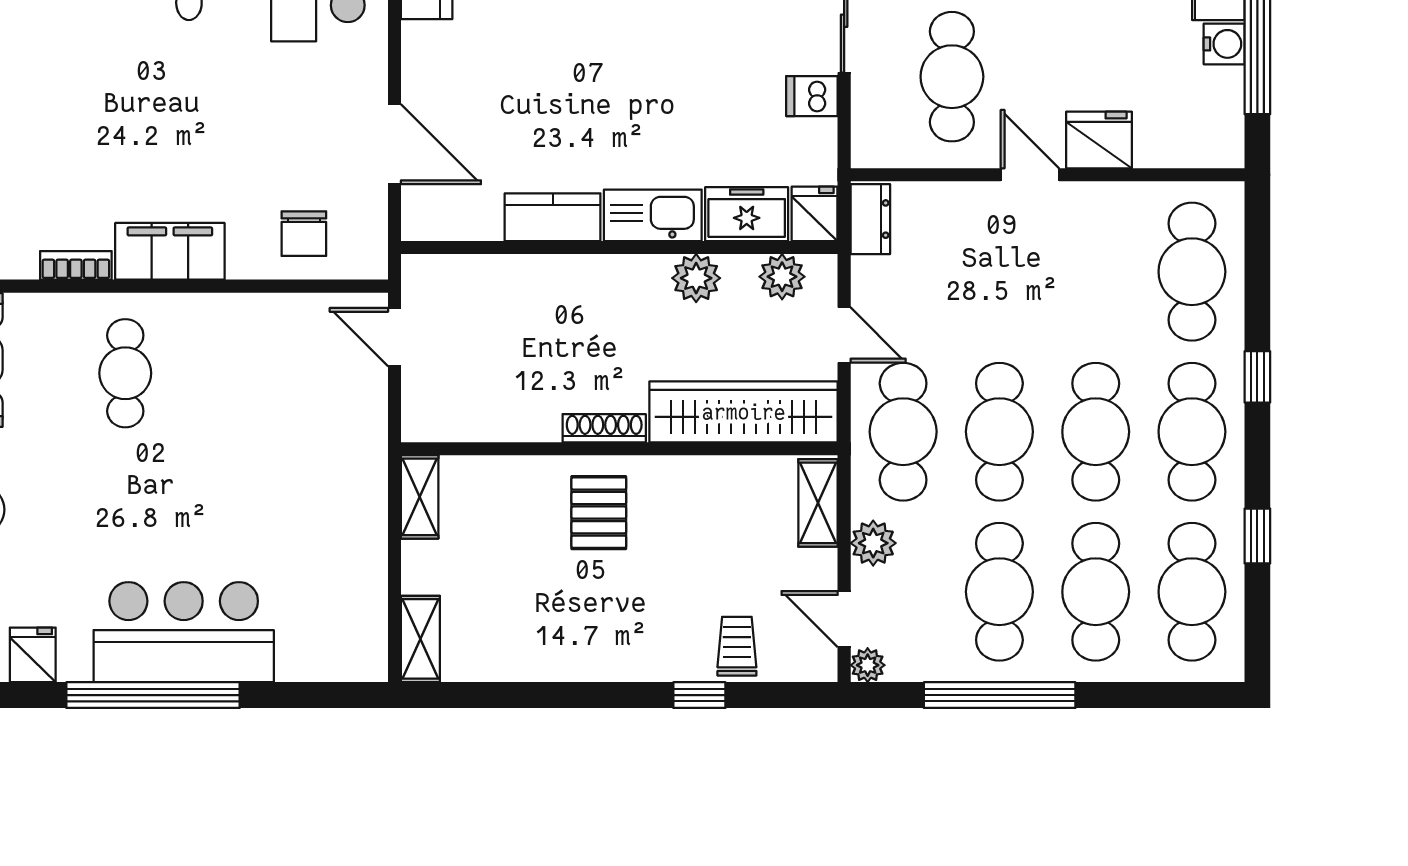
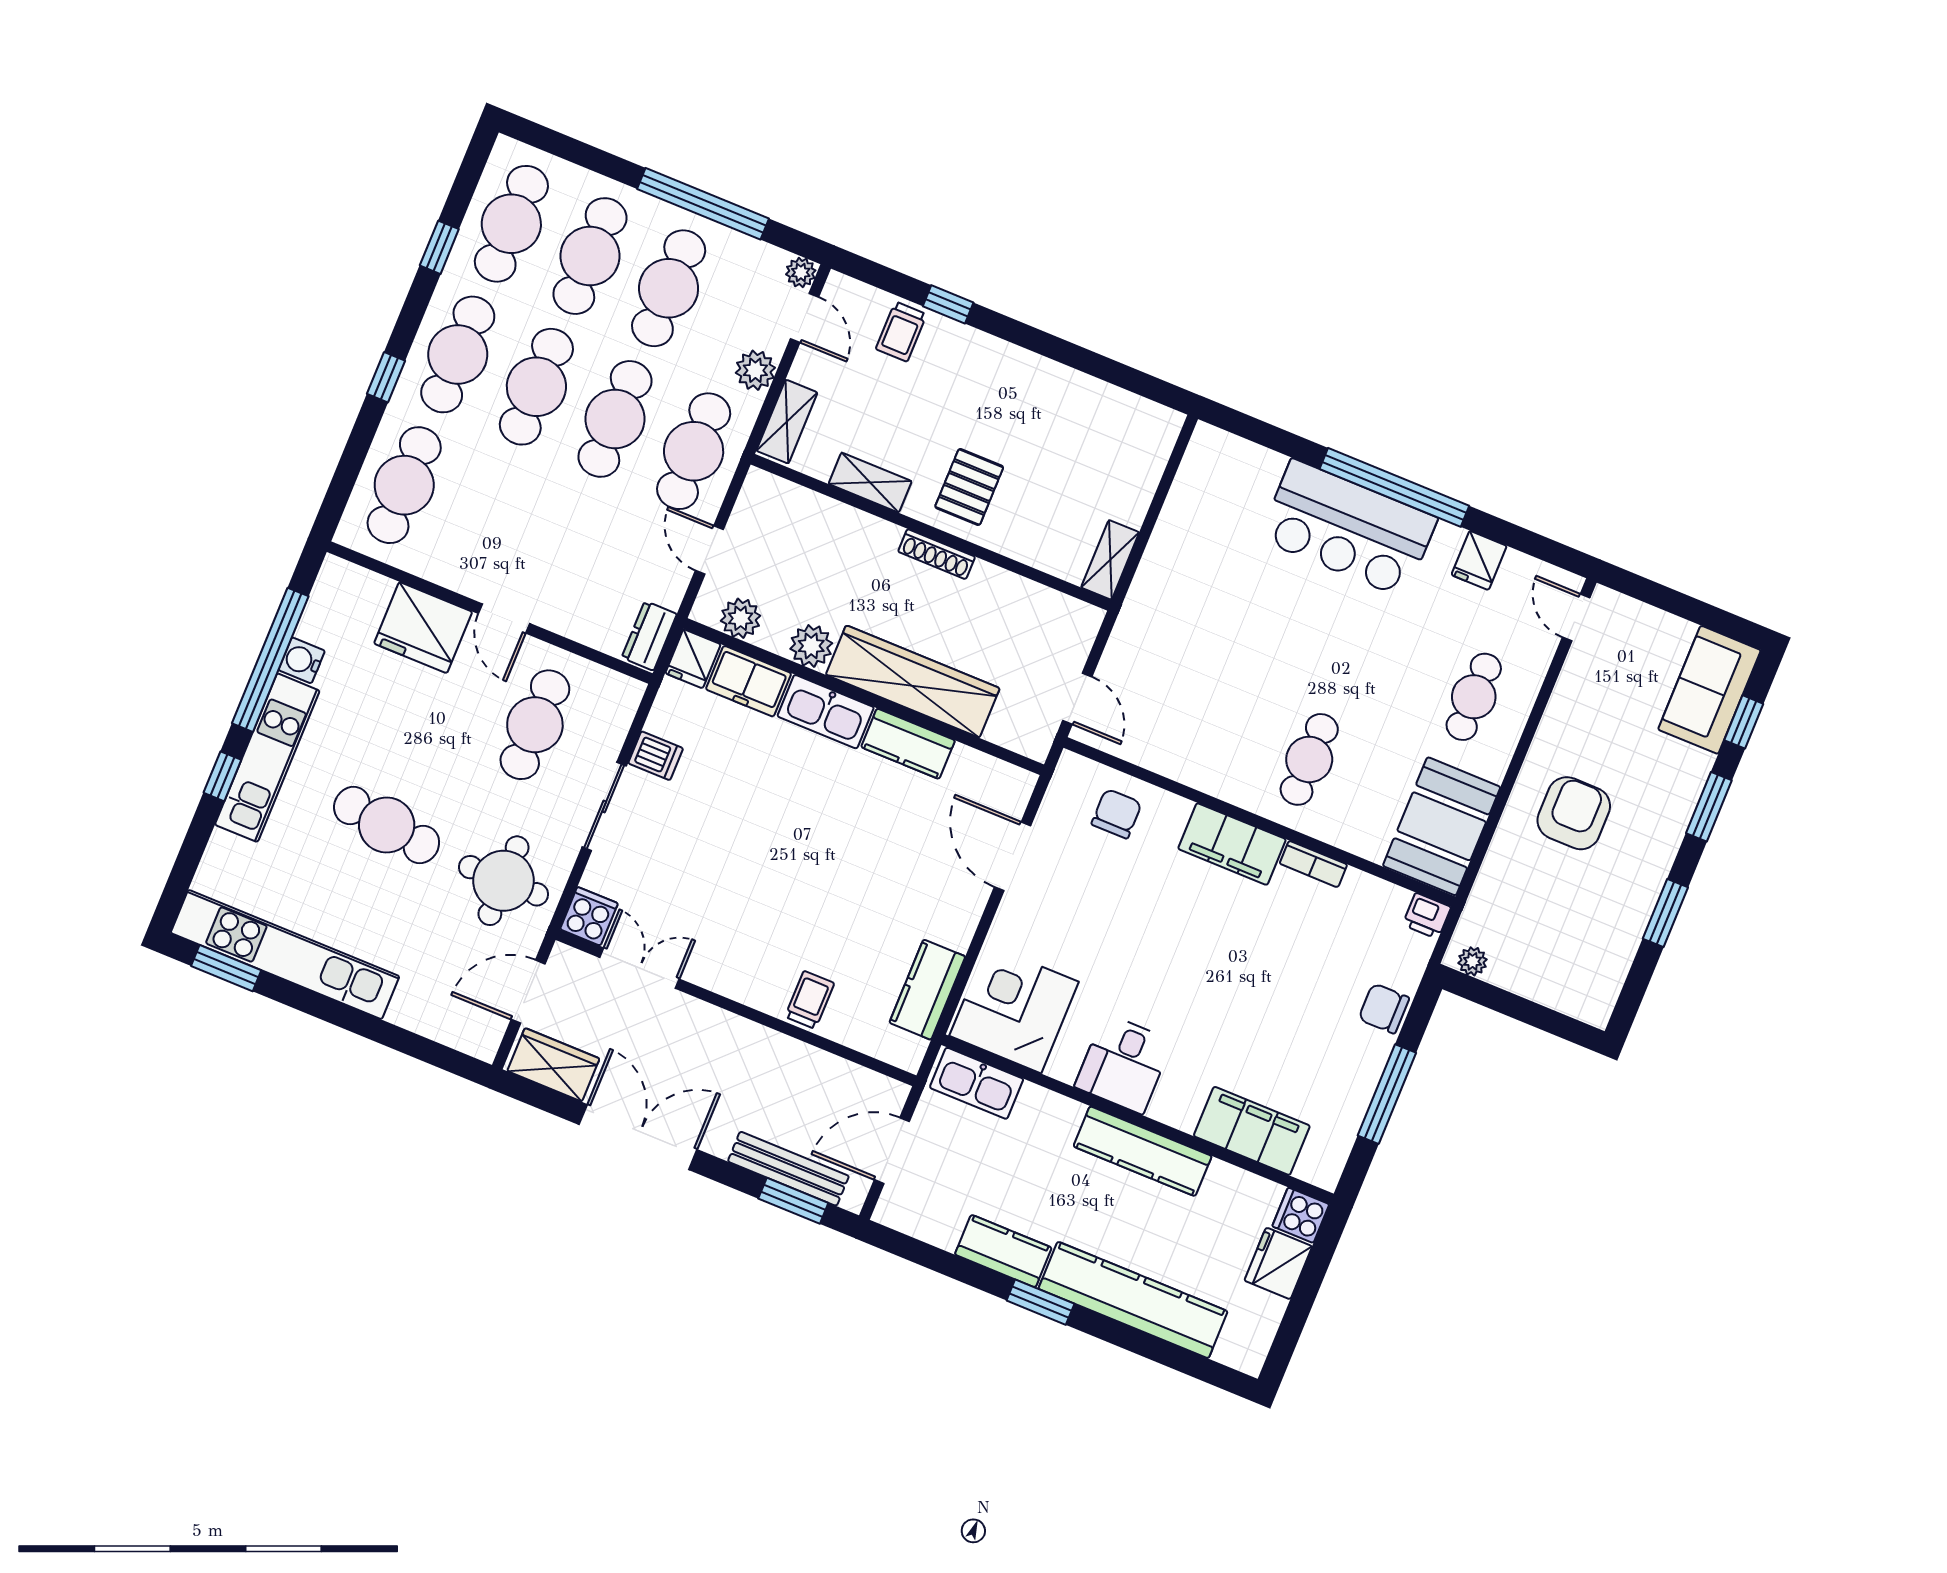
fridge: (1099, 140) -> (423, 628), width x1.36, depth x1.34
wardrobe: (744, 412) -> (913, 681), moved, turned 180
shelving: (420, 639) -> (870, 483), moved, turned 90

